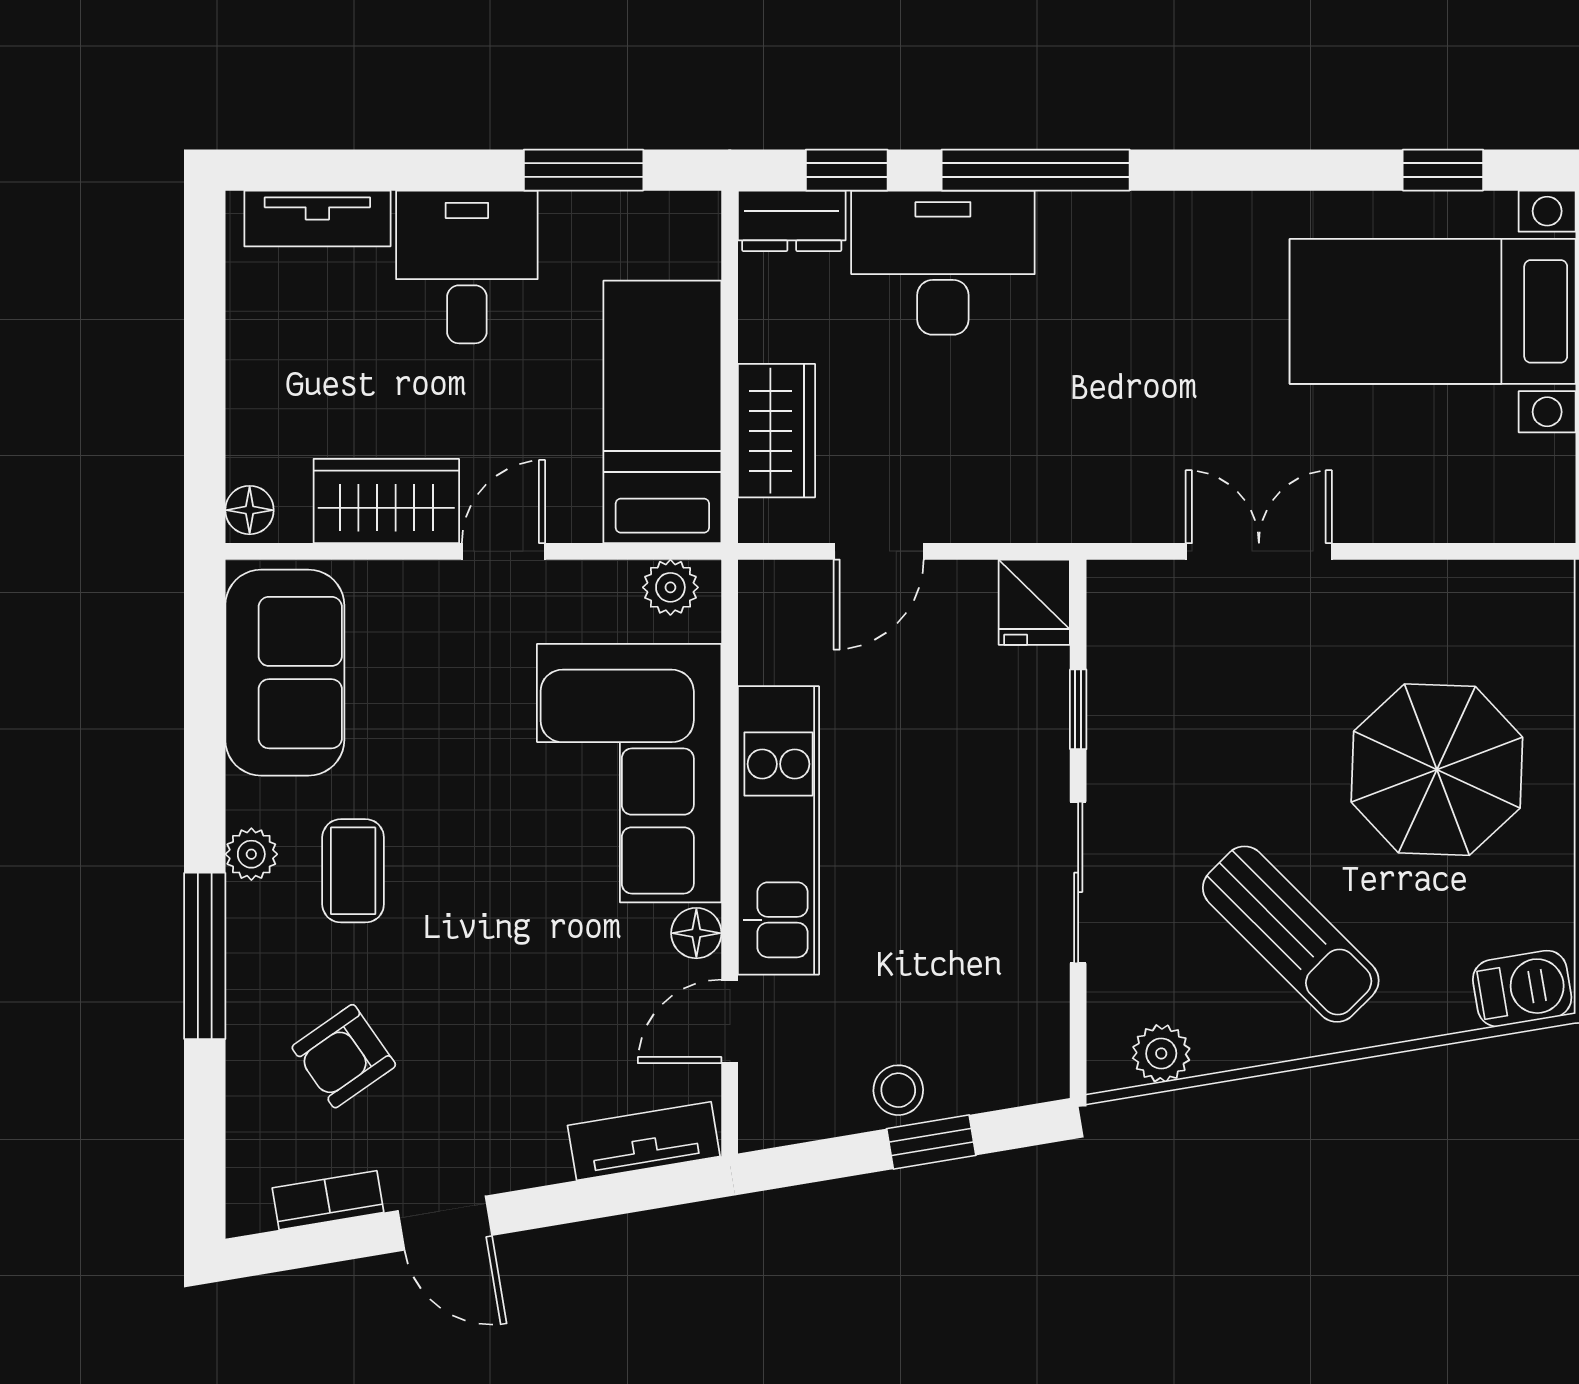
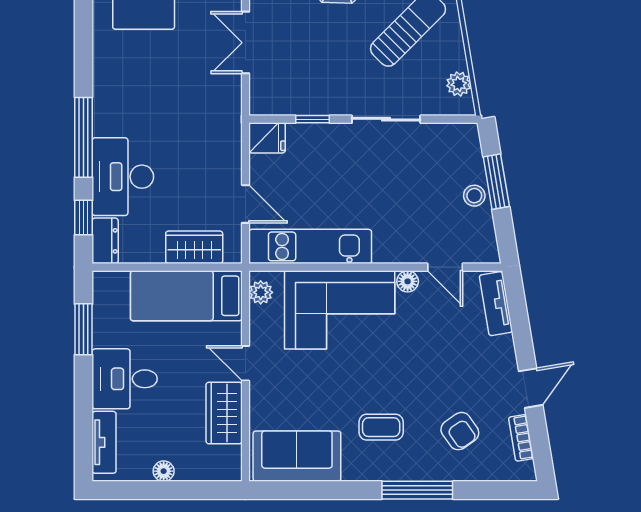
floor lamp: (250, 510) -> (164, 471), moved
kitchen unit: (778, 830) -> (310, 246), moved
plant: (251, 854) -> (374, 470), removed
window: (931, 1142) -> (496, 182), width x1.50

